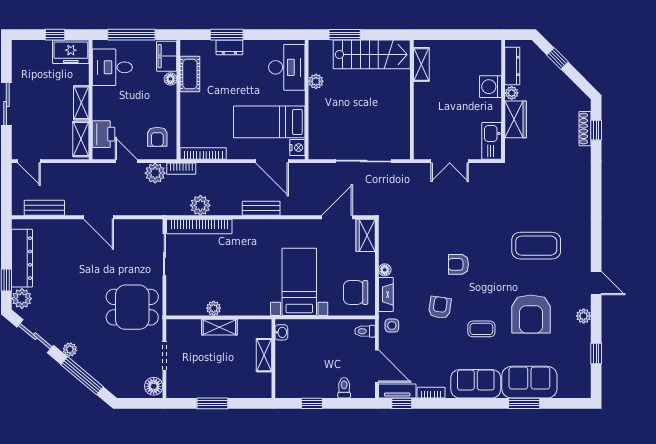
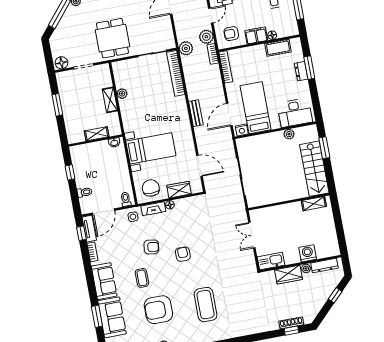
filing cabinet: (167, 56) -> (256, 35), moved
plant: (200, 205) -> (186, 48), moved
wardrobe: (366, 235) -> (179, 190), moved

